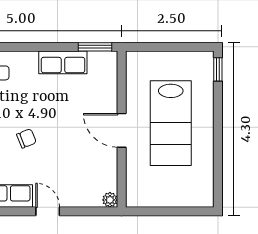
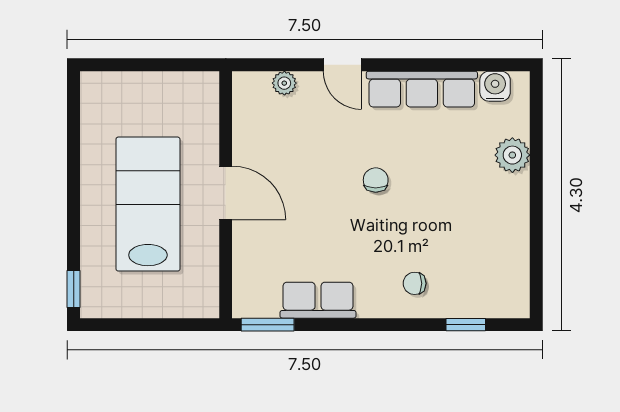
chair: (26, 138) -> (376, 180), turned 112
plant: (110, 200) -> (284, 83), moved

